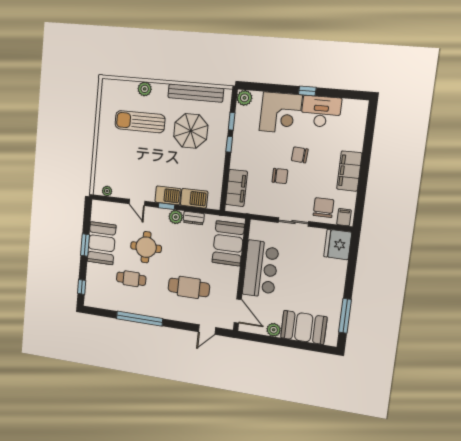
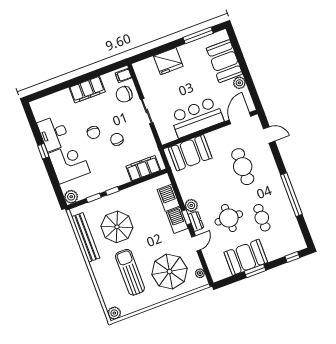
plant: (145, 89) -> (114, 313), moved
sun lounger: (140, 122) -> (130, 272), turned 180
parasol: (122, 162) -> (170, 272), added
dresser: (194, 218) -> (196, 221), moved
fridge: (338, 244) -> (168, 61), moved

